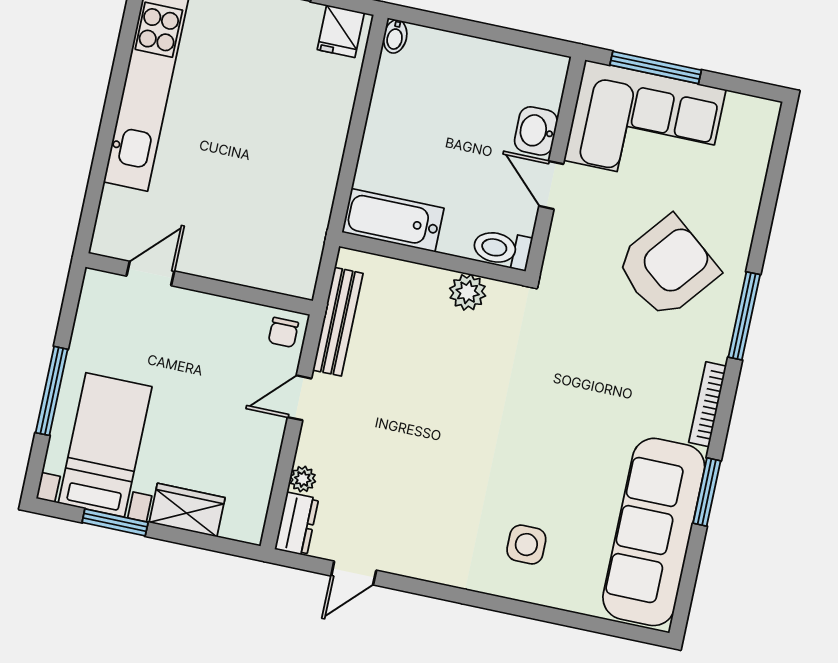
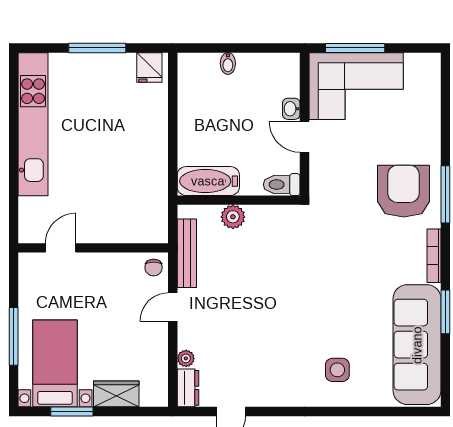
bidet: (395, 36) -> (228, 63), moved
washbasin: (536, 131) -> (291, 109), width x0.72, depth x0.69
armchair: (667, 267) -> (404, 191), moved, turned -39
plant: (468, 292) -> (233, 217), moved

